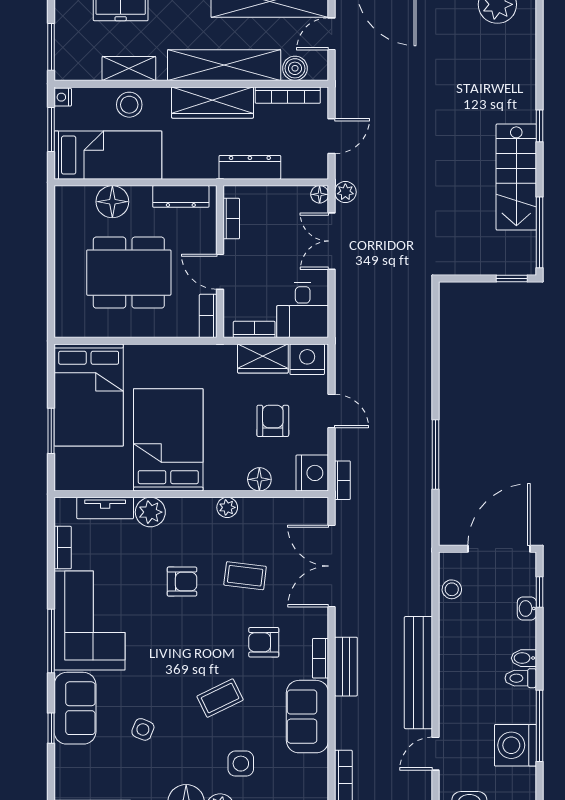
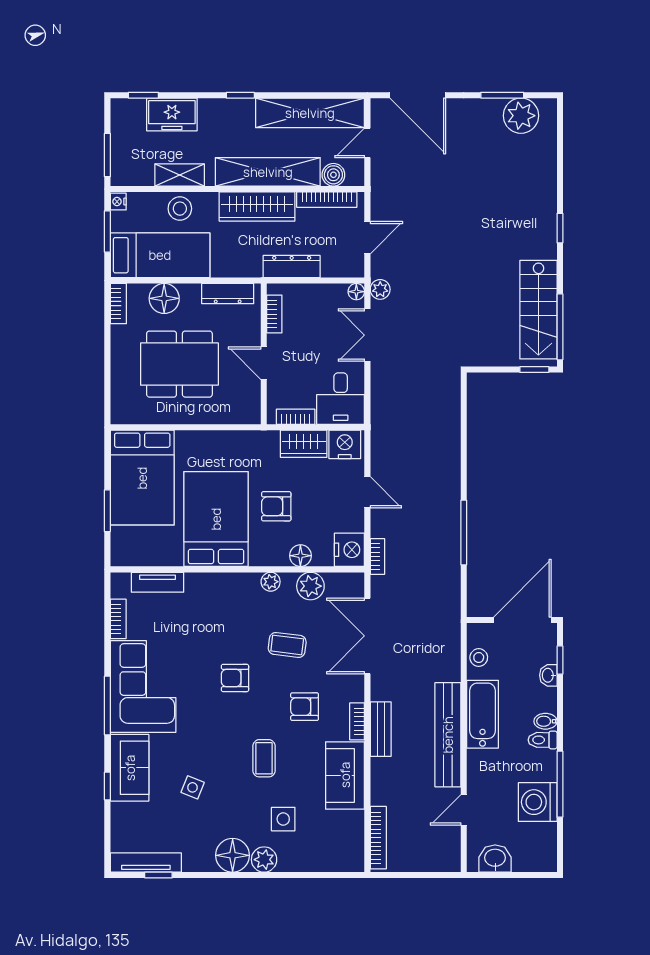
stairs: (516, 177) -> (538, 310), moved
bookcase: (208, 316) -> (118, 304), moved, turned 180
armchair: (273, 421) -> (276, 506), moved, turned -90
plant: (150, 512) -> (310, 586), moved
armchair: (182, 582) -> (235, 678), moved, turned 180
bathtub: (456, 650) -> (483, 714), added
coffee table: (220, 698) -> (264, 758), turned -64

